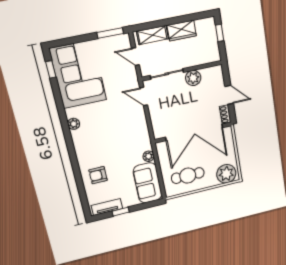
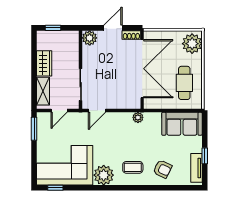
plant: (193, 78) -> (90, 38), moved
plant: (74, 124) -> (104, 175), width x1.87, depth x1.87
coffee table: (93, 146) -> (133, 167), added
plant: (149, 156) -> (138, 117), moved
armchair: (98, 175) -> (162, 169), turned -64

